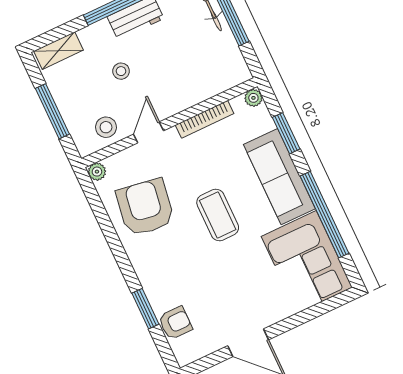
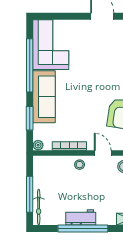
stool: (121, 71) -> (80, 165), moved
door: (148, 132) -> (103, 153), swing flipped
coffee table: (218, 215) -> (86, 92), removed

